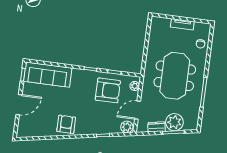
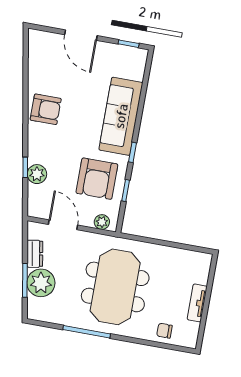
sofa: (48, 75) -> (121, 116), moved
meeting table: (175, 76) -> (115, 287), turned 90
plant: (127, 127) -> (37, 174), moved

